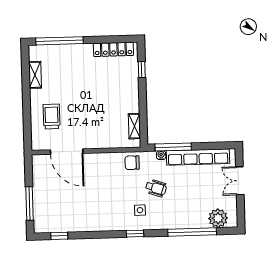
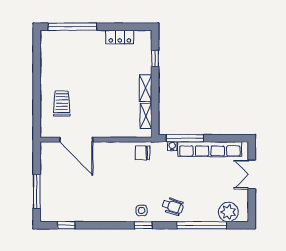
locker: (113, 49) -> (120, 37), width x0.66
shelving: (35, 75) -> (146, 88), moved
wheelchair: (156, 188) -> (173, 206), moved
side table: (140, 210) -> (142, 210), moved

